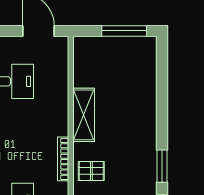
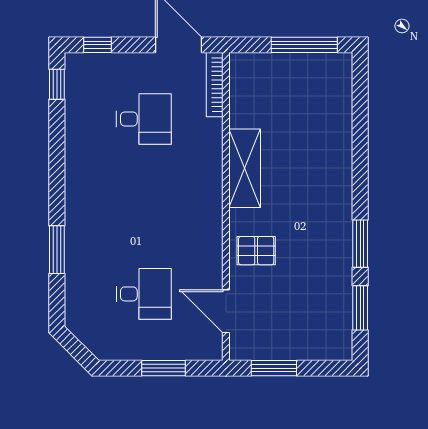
bookcase: (63, 159) -> (215, 85), moved

